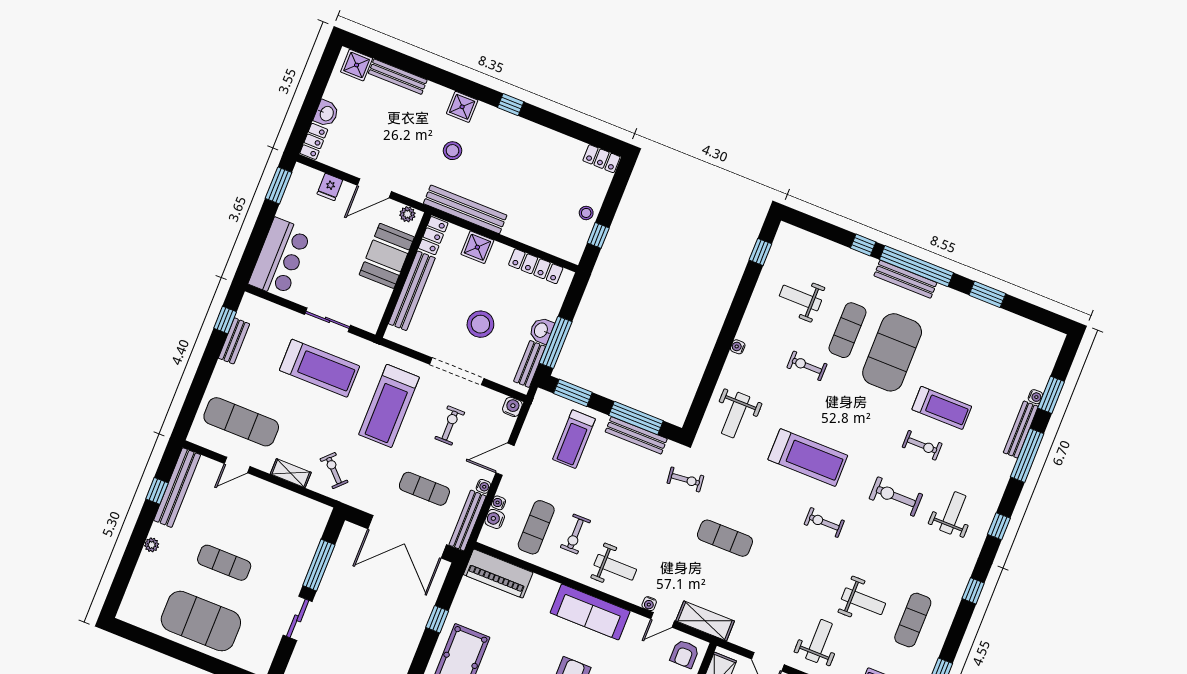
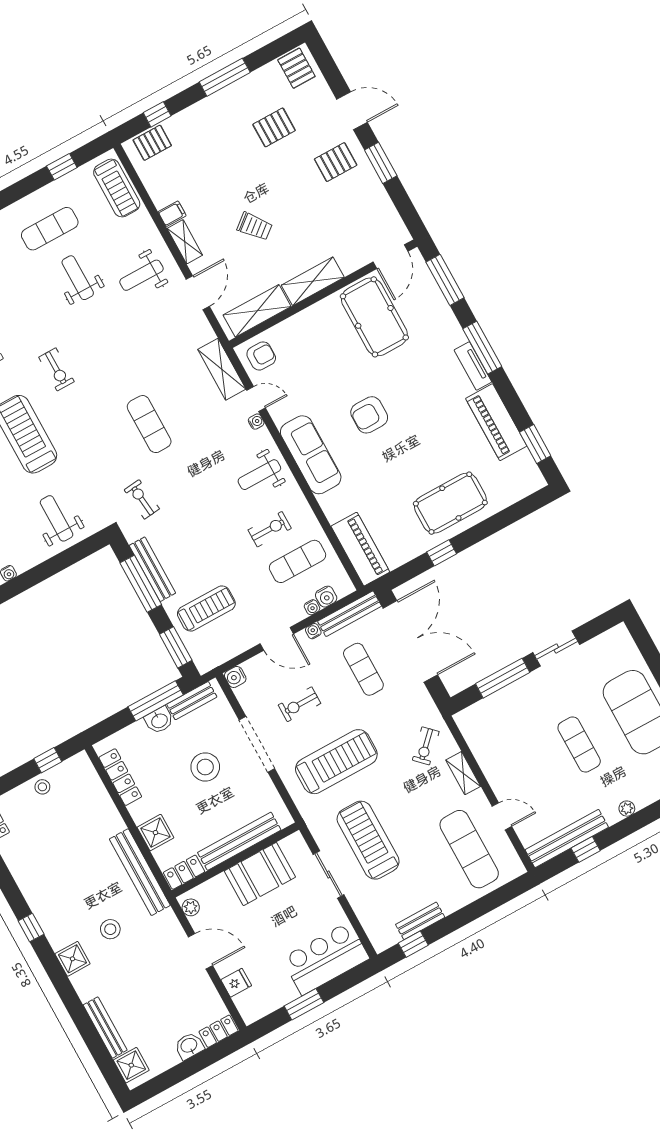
window: (279, 185) -> (304, 1004), moved
booth: (387, 256) -> (260, 874), moved
weight bench: (736, 415) -> (57, 518), turned -90
weight bench: (615, 567) -> (259, 475), turned -90

